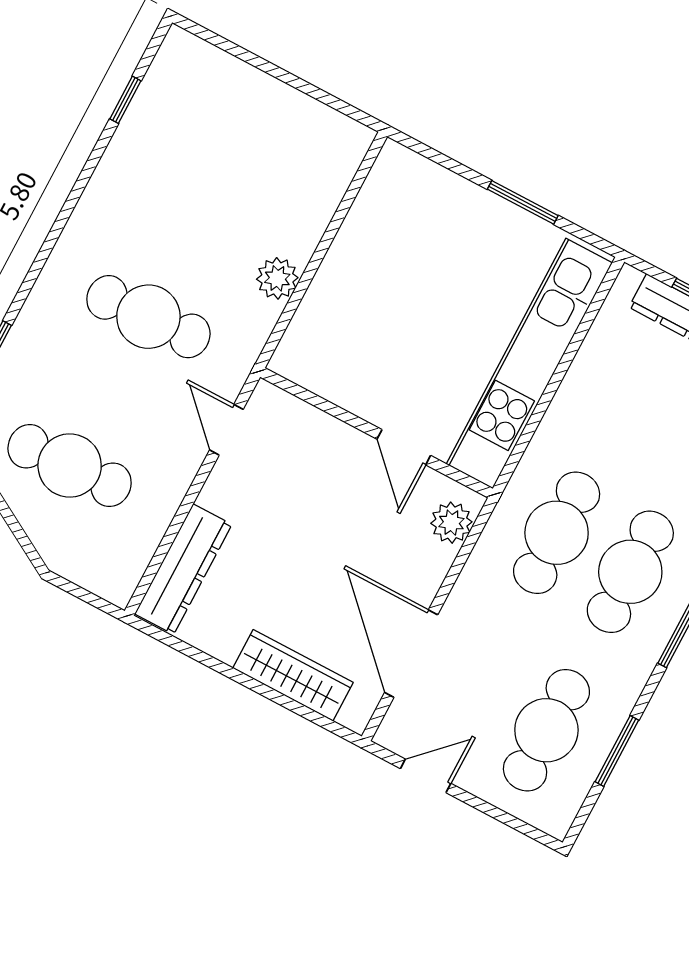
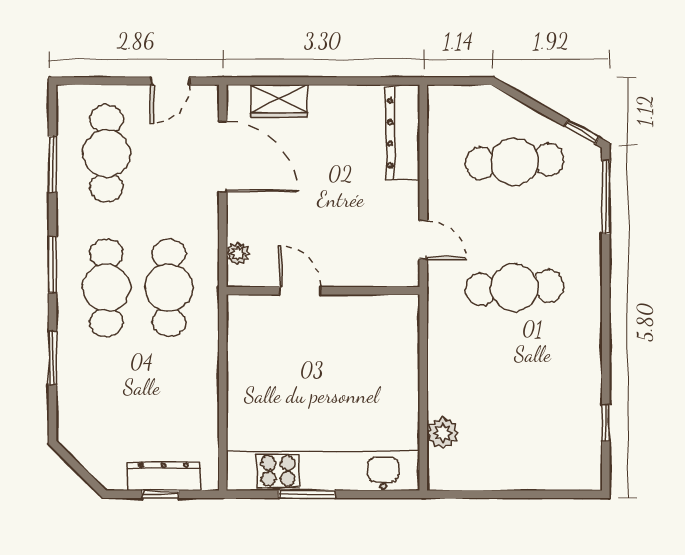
plant: (277, 278) -> (443, 433), moved
kitchen unit: (529, 363) -> (322, 471), moved, turned -90
plant: (451, 523) -> (238, 253), width x0.73, depth x0.73
wardrobe: (293, 675) -> (279, 101), width x0.67

